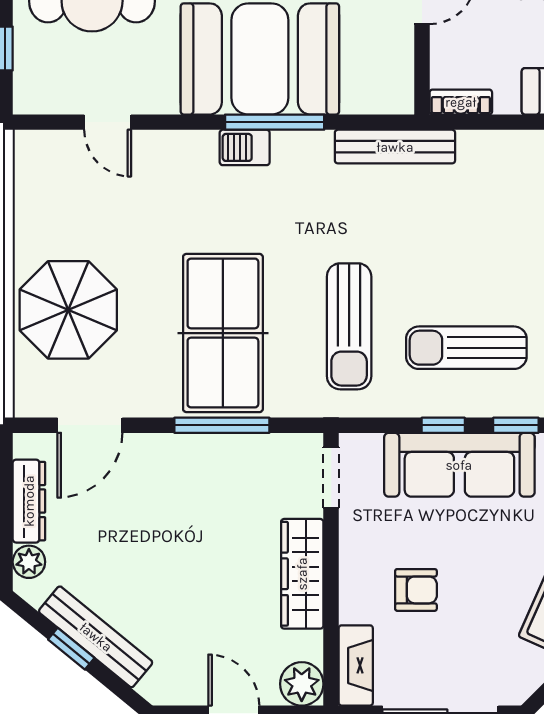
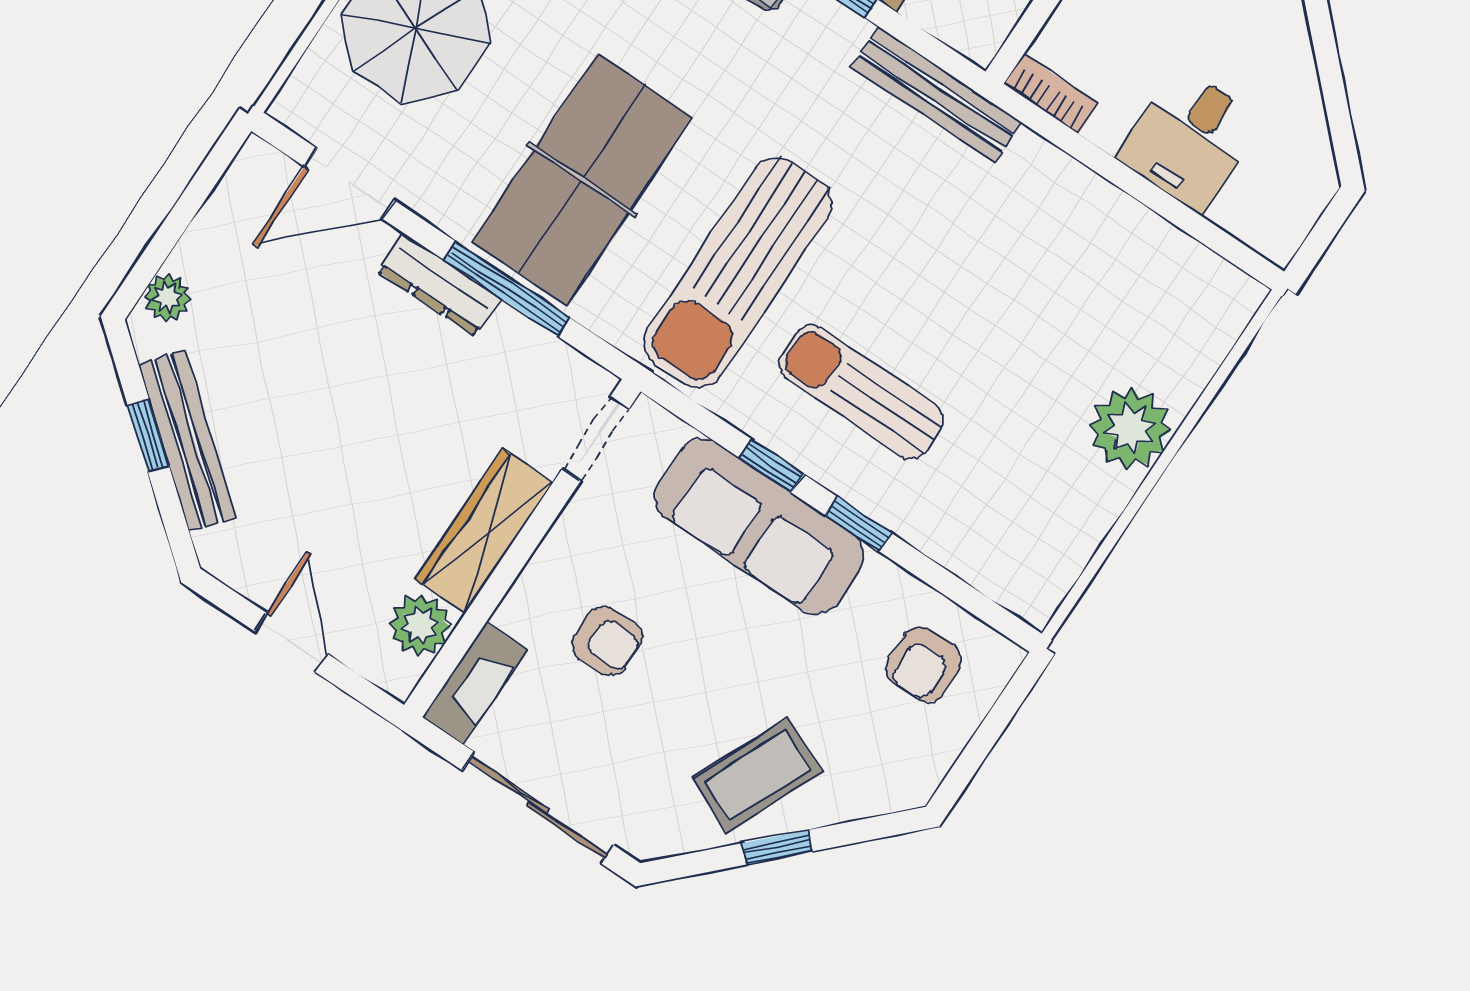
sun lounger: (349, 326) -> (738, 272), width x1.36, depth x1.34
dresser: (29, 501) -> (439, 285), moved, turned 90
plant: (302, 684) -> (420, 625), moved

